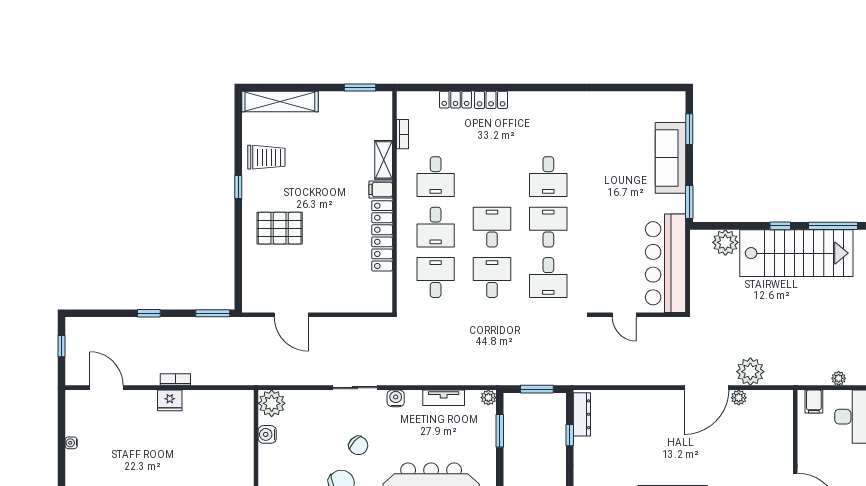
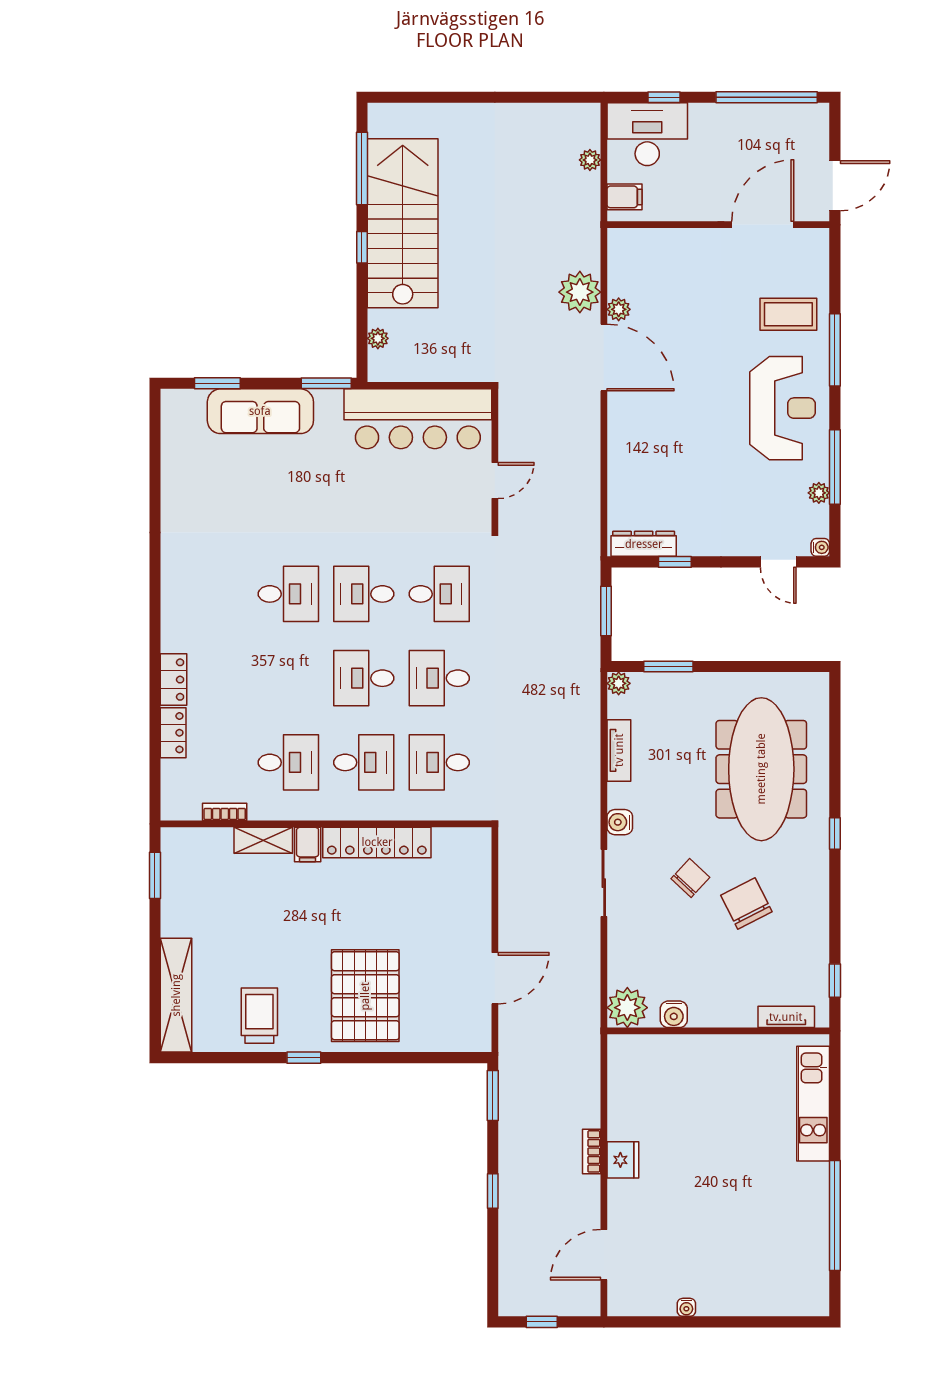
pallet: (280, 228) -> (365, 996), width x1.37, depth x1.41
plant: (725, 242) -> (378, 338), width x0.53, depth x0.53

